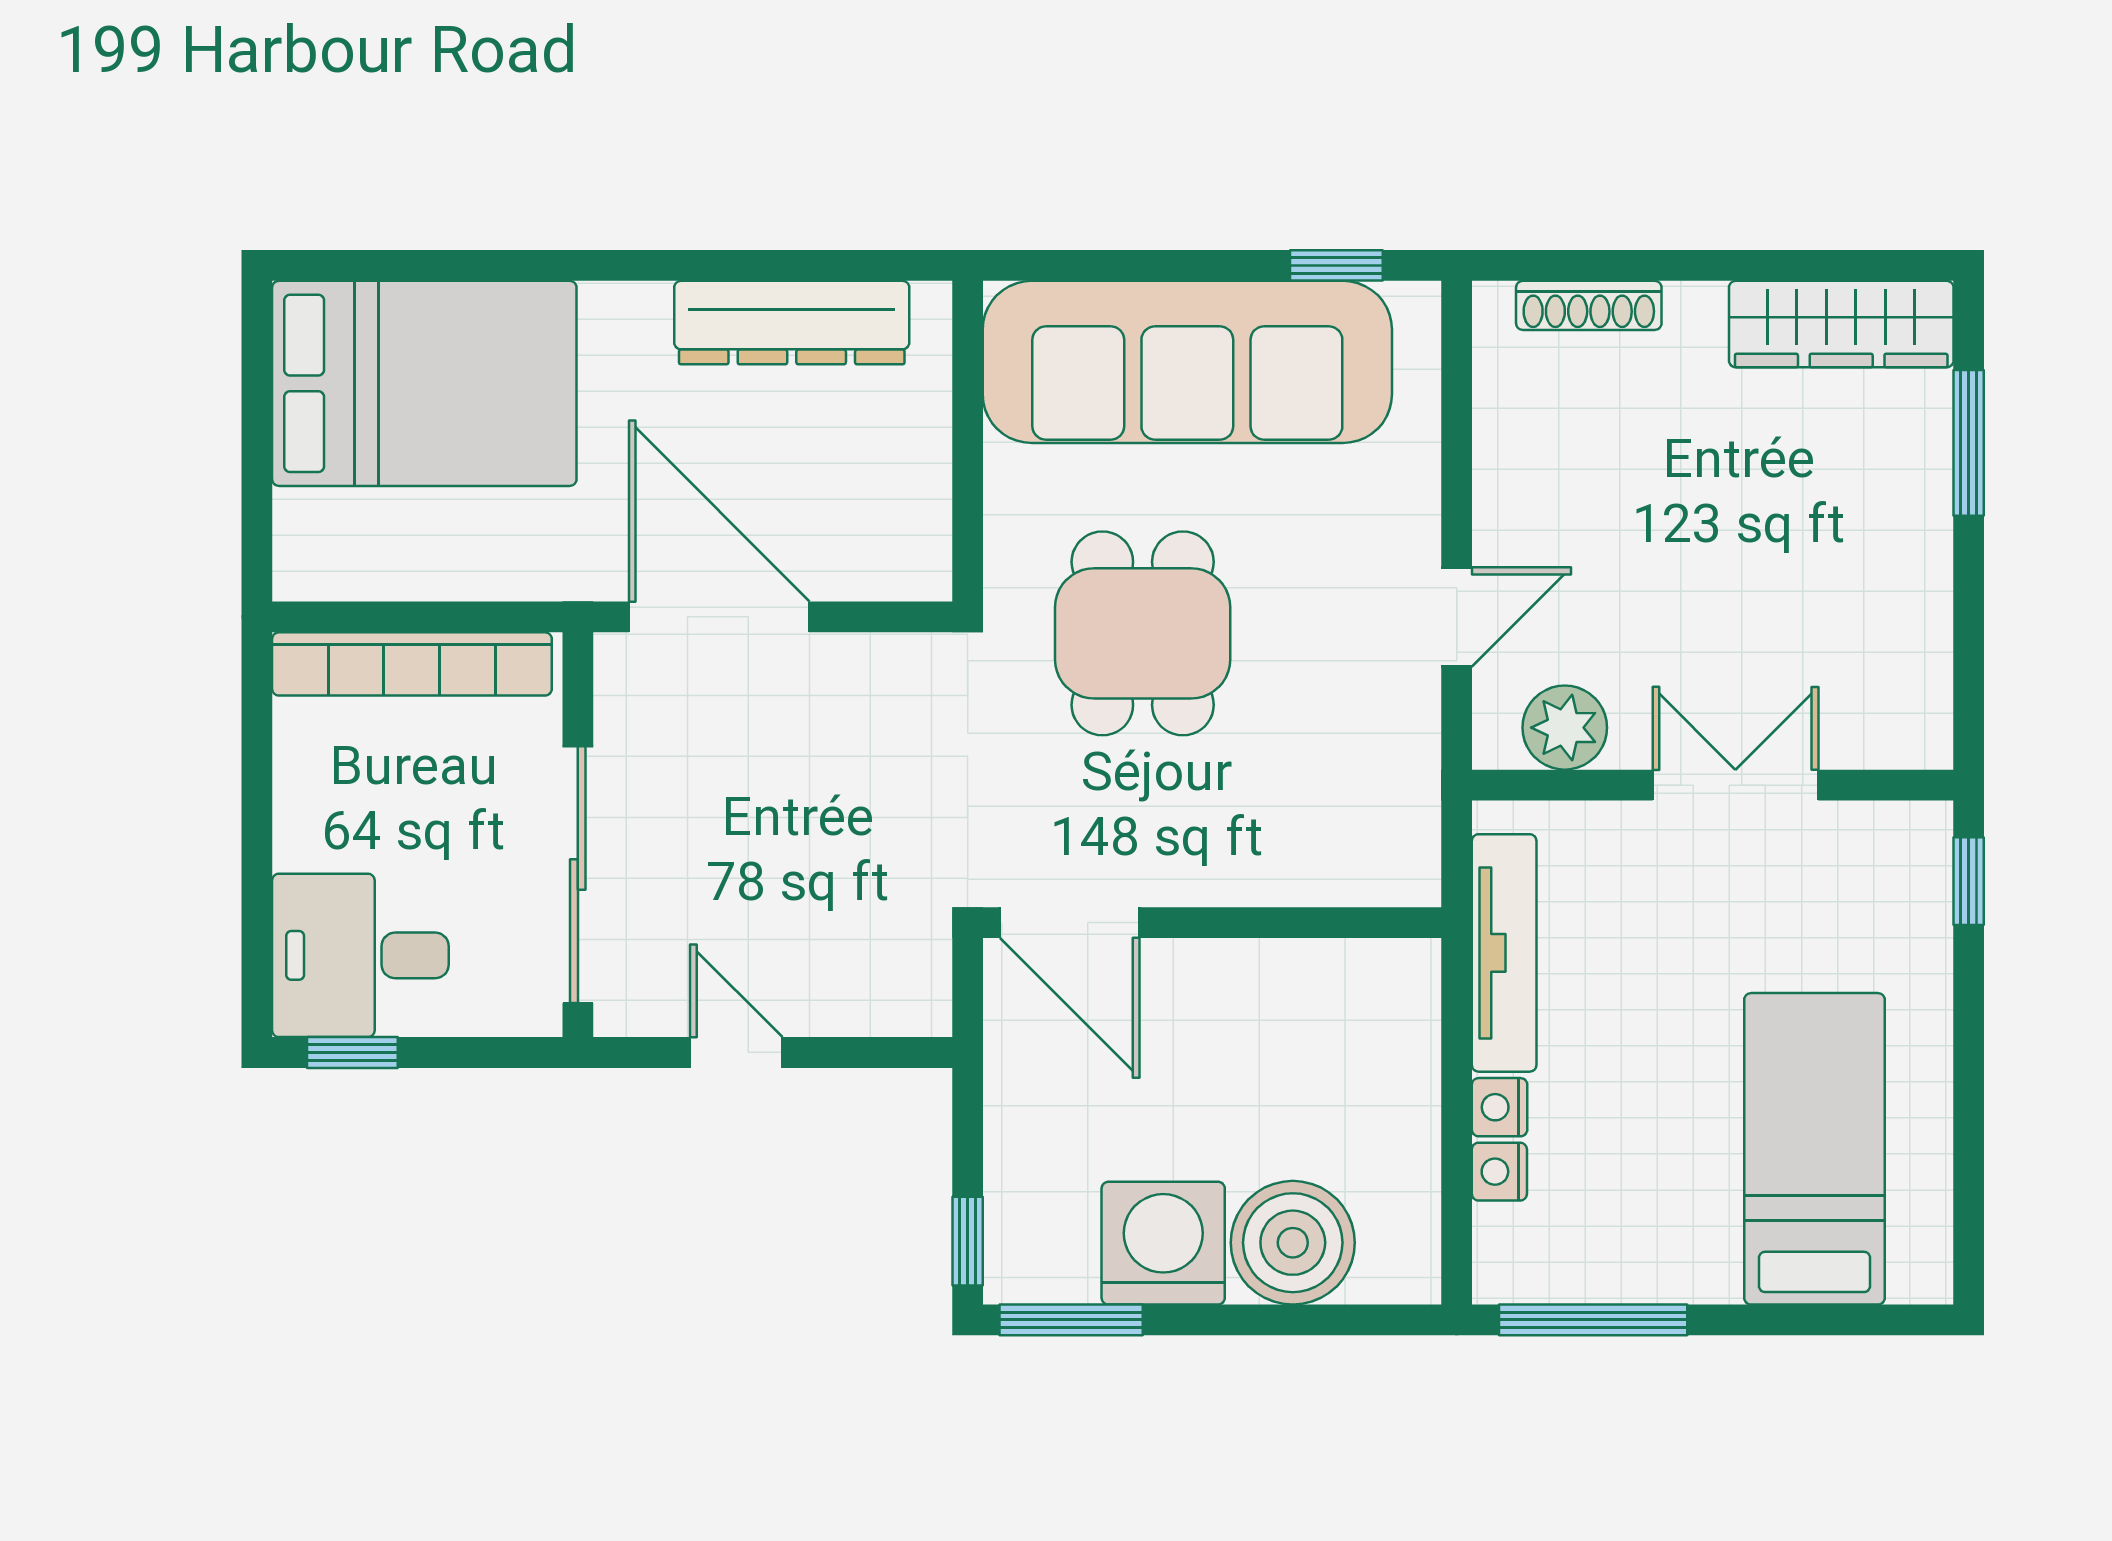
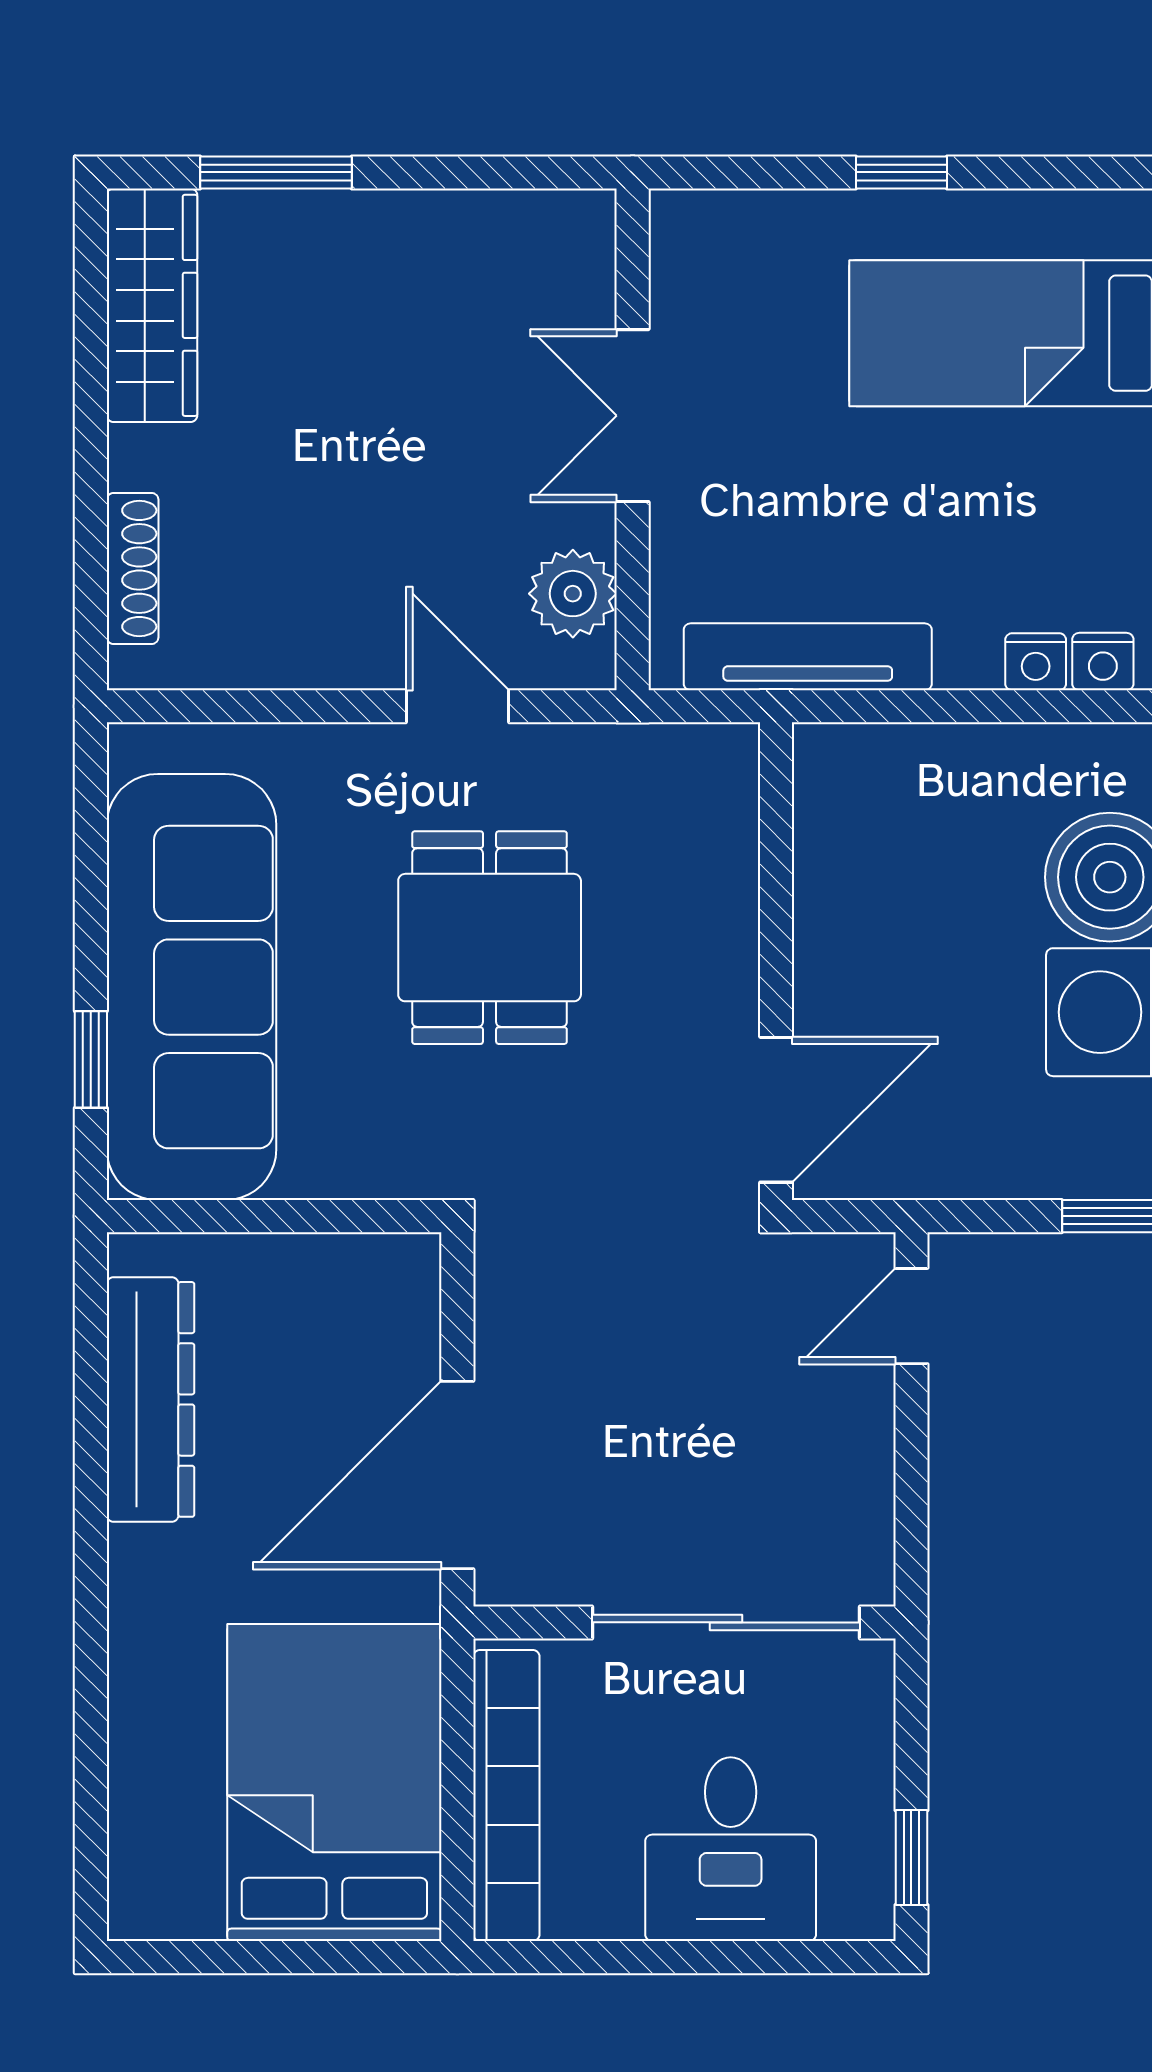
window: (1336, 265) -> (91, 1059), moved
bed: (424, 383) -> (334, 1783), moved
dining table: (1143, 633) -> (490, 938), moved, turned 90
window: (1969, 881) -> (901, 172), moved
desk: (360, 955) -> (731, 1849), moved
door: (736, 1052) -> (911, 1316), moved
nightstand: (1500, 1107) -> (1103, 662), moved

